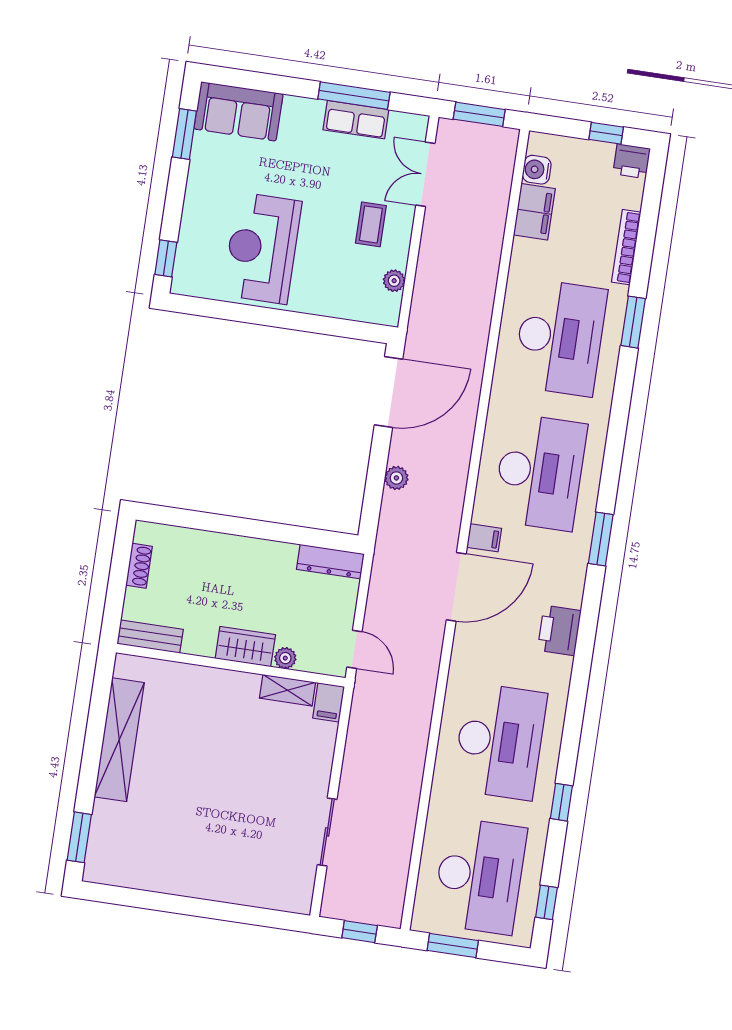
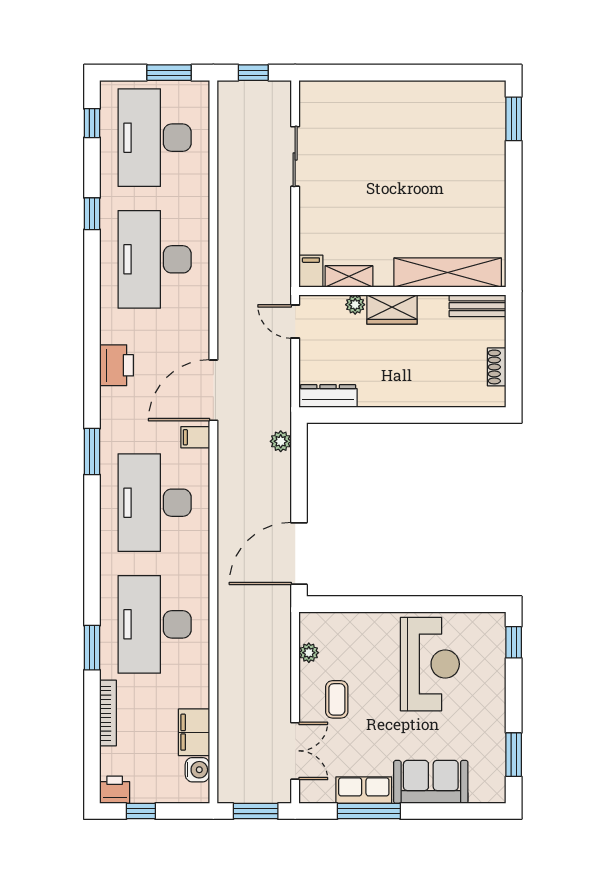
sofa: (238, 111) -> (431, 782), moved
plant: (396, 478) -> (281, 441), moved
shelving: (119, 740) -> (448, 273), moved, turned 90

